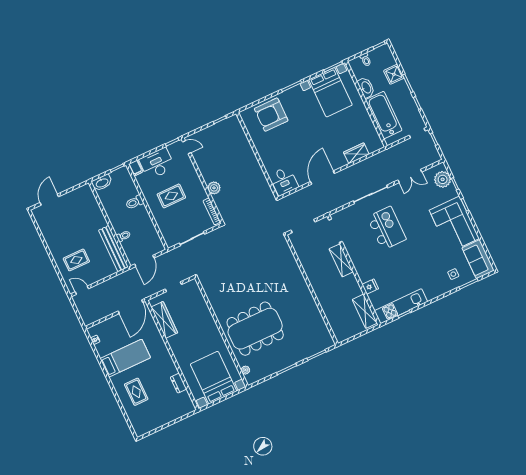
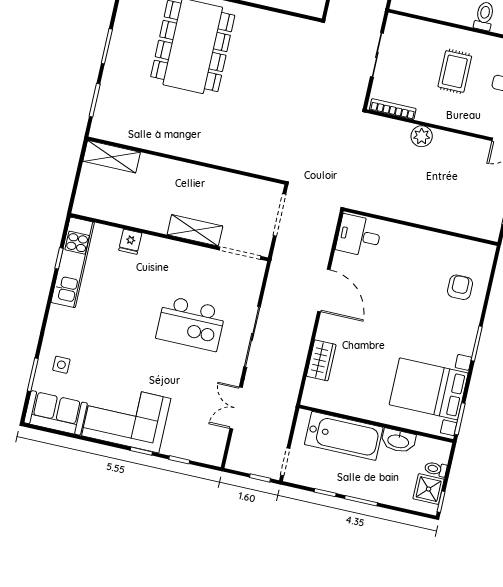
shower: (394, 74) -> (429, 489), moved
armchair: (271, 115) -> (460, 287), width x0.53, depth x0.53
plant: (443, 179) -> (198, 448), removed
shelving: (365, 311) -> (112, 157), moved

